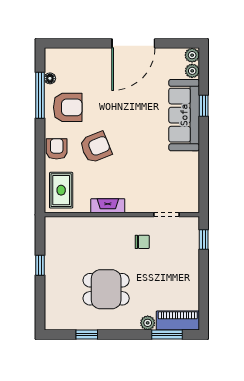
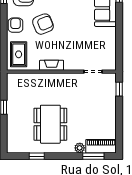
chair: (142, 242) -> (76, 91), removed
dining table: (106, 289) -> (50, 124), width x1.38

